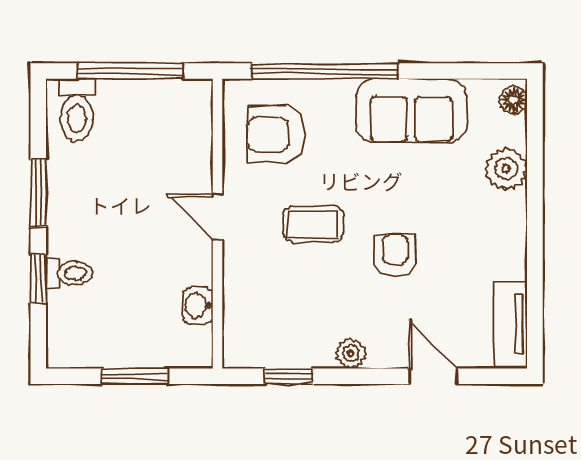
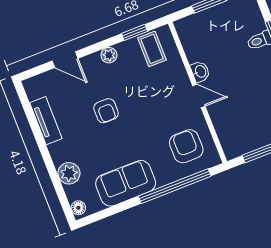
armchair: (276, 135) -> (186, 146), turned -90
coffee table: (313, 224) -> (152, 49), moved, turned 90
washbasin: (198, 305) -> (200, 72), moved
tv unit: (511, 325) -> (46, 121), moved

